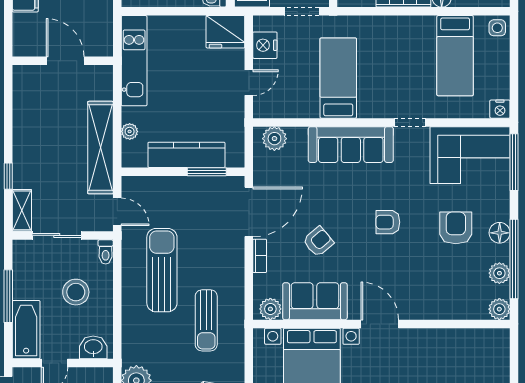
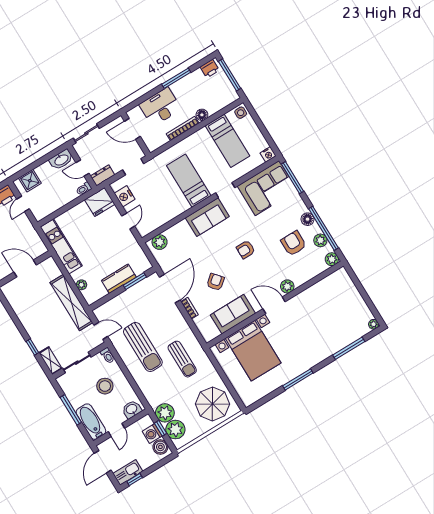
bed: (338, 78) -> (189, 181), moved
sofa: (351, 145) -> (207, 217), width x0.73
kitchen counter: (186, 155) -> (119, 279), width x0.67
armchair: (456, 228) -> (294, 243), moved
sun lounger: (162, 270) -> (143, 347), turned 180
plant: (270, 309) -> (287, 286), moved

